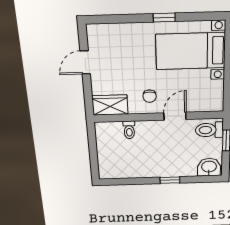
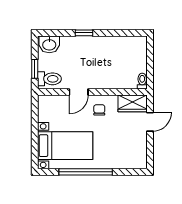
window: (164, 18) -> (86, 172), width x3.17
door: (85, 62) -> (150, 122), moved
toilet: (129, 130) -> (142, 81), moved

